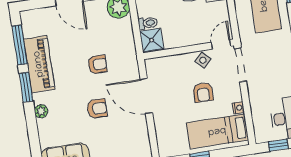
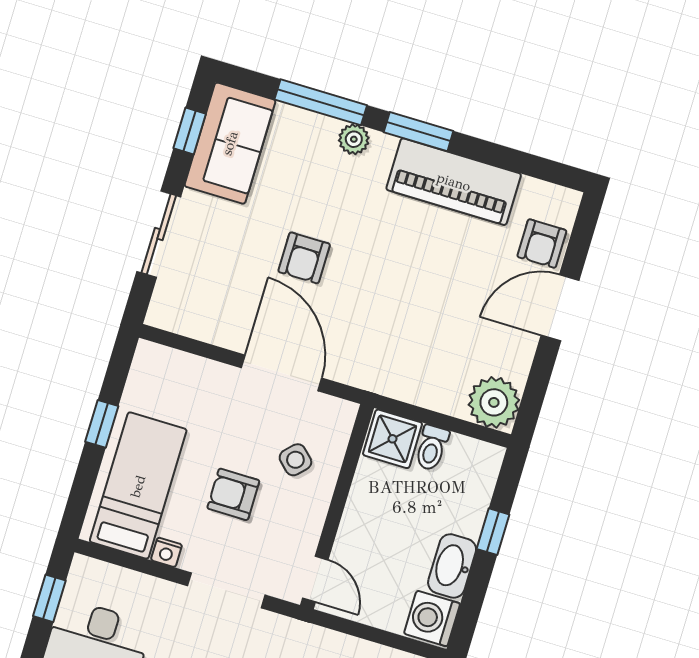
window: (20, 45) -> (321, 102), moved
side table: (203, 60) -> (295, 460), moved
armchair: (97, 64) -> (542, 244), moved
doorway: (240, 65) -> (226, 590), moved
door: (146, 96) -> (282, 373), hinge flipped

